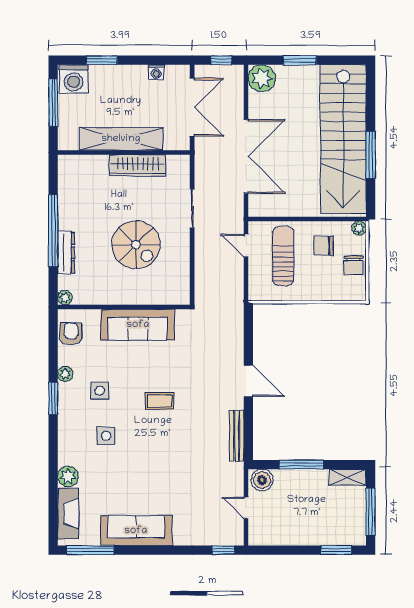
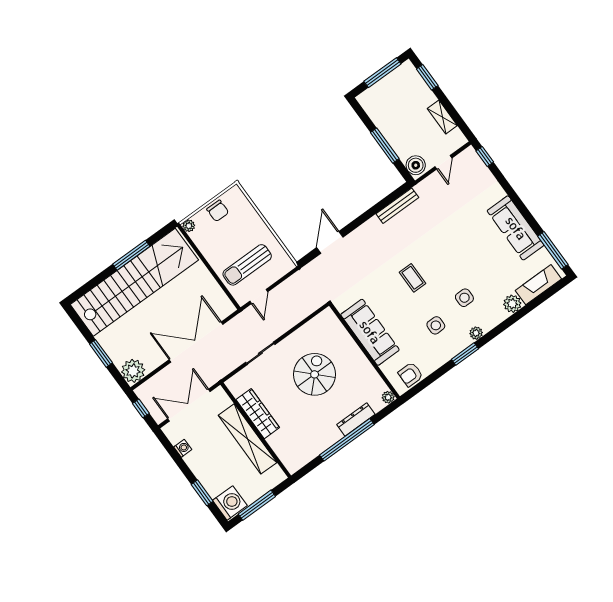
chair: (324, 246) -> (219, 242), removed
chair: (353, 265) -> (218, 211), turned 90
plant: (65, 374) -> (476, 333), moved
door: (248, 381) -> (330, 242), moved
shelving: (348, 477) -> (442, 117), moved

